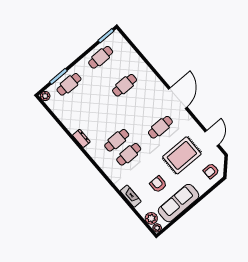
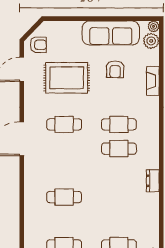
armchair: (211, 171) -> (38, 45), moved

